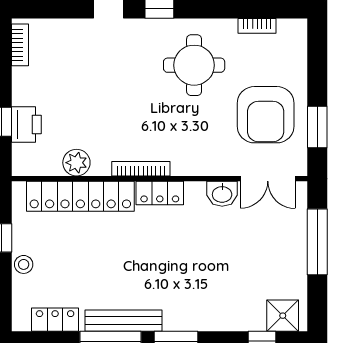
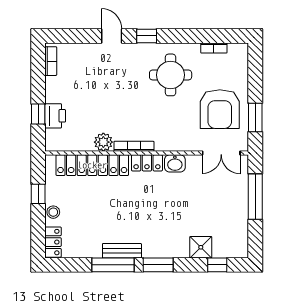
plant: (76, 163) -> (103, 142), moved
washbasin: (222, 194) -> (175, 163), moved
shower: (283, 316) -> (201, 247), moved
locker: (55, 320) -> (53, 242), moved, turned 90
bench: (123, 321) -> (122, 251), width x0.73

